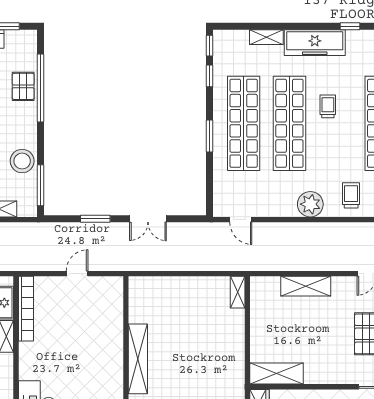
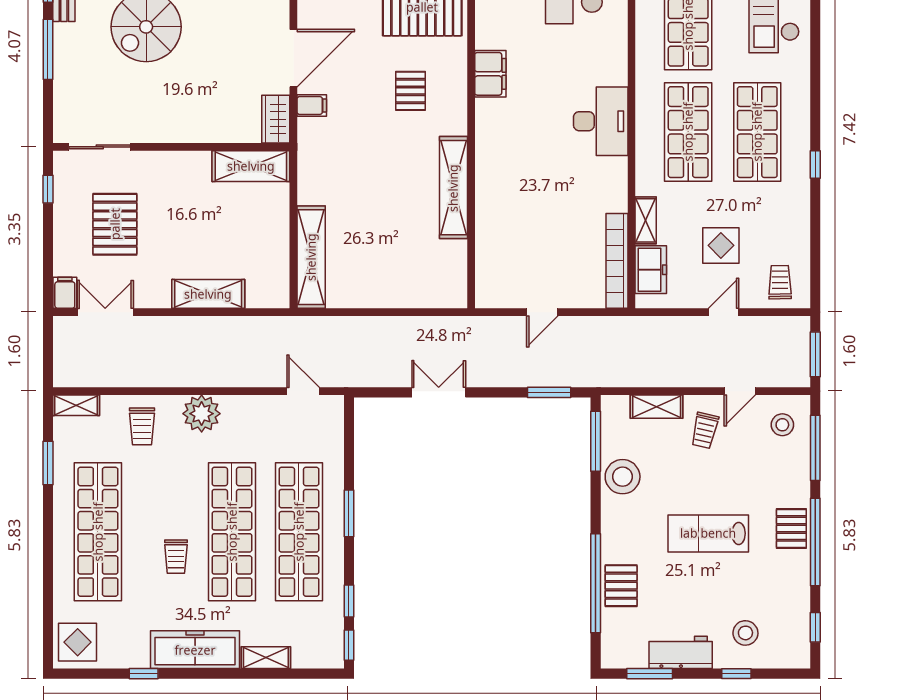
window: (95, 219) -> (549, 392), moved
shelving: (238, 292) -> (311, 257), width x2.20, depth x1.33

